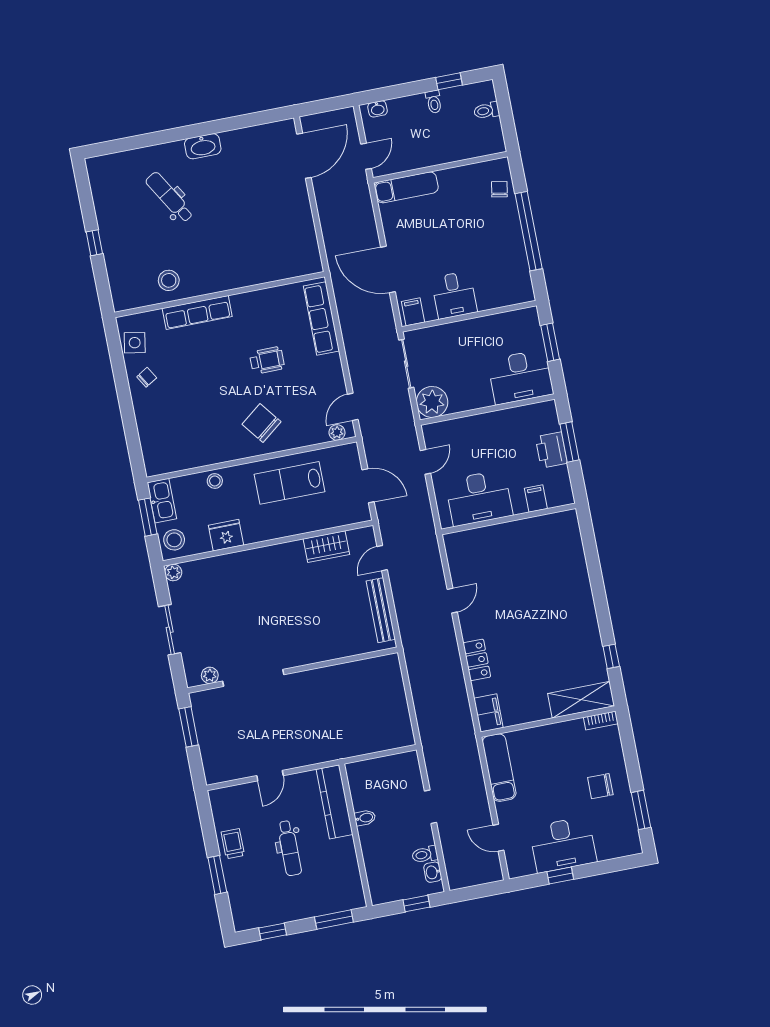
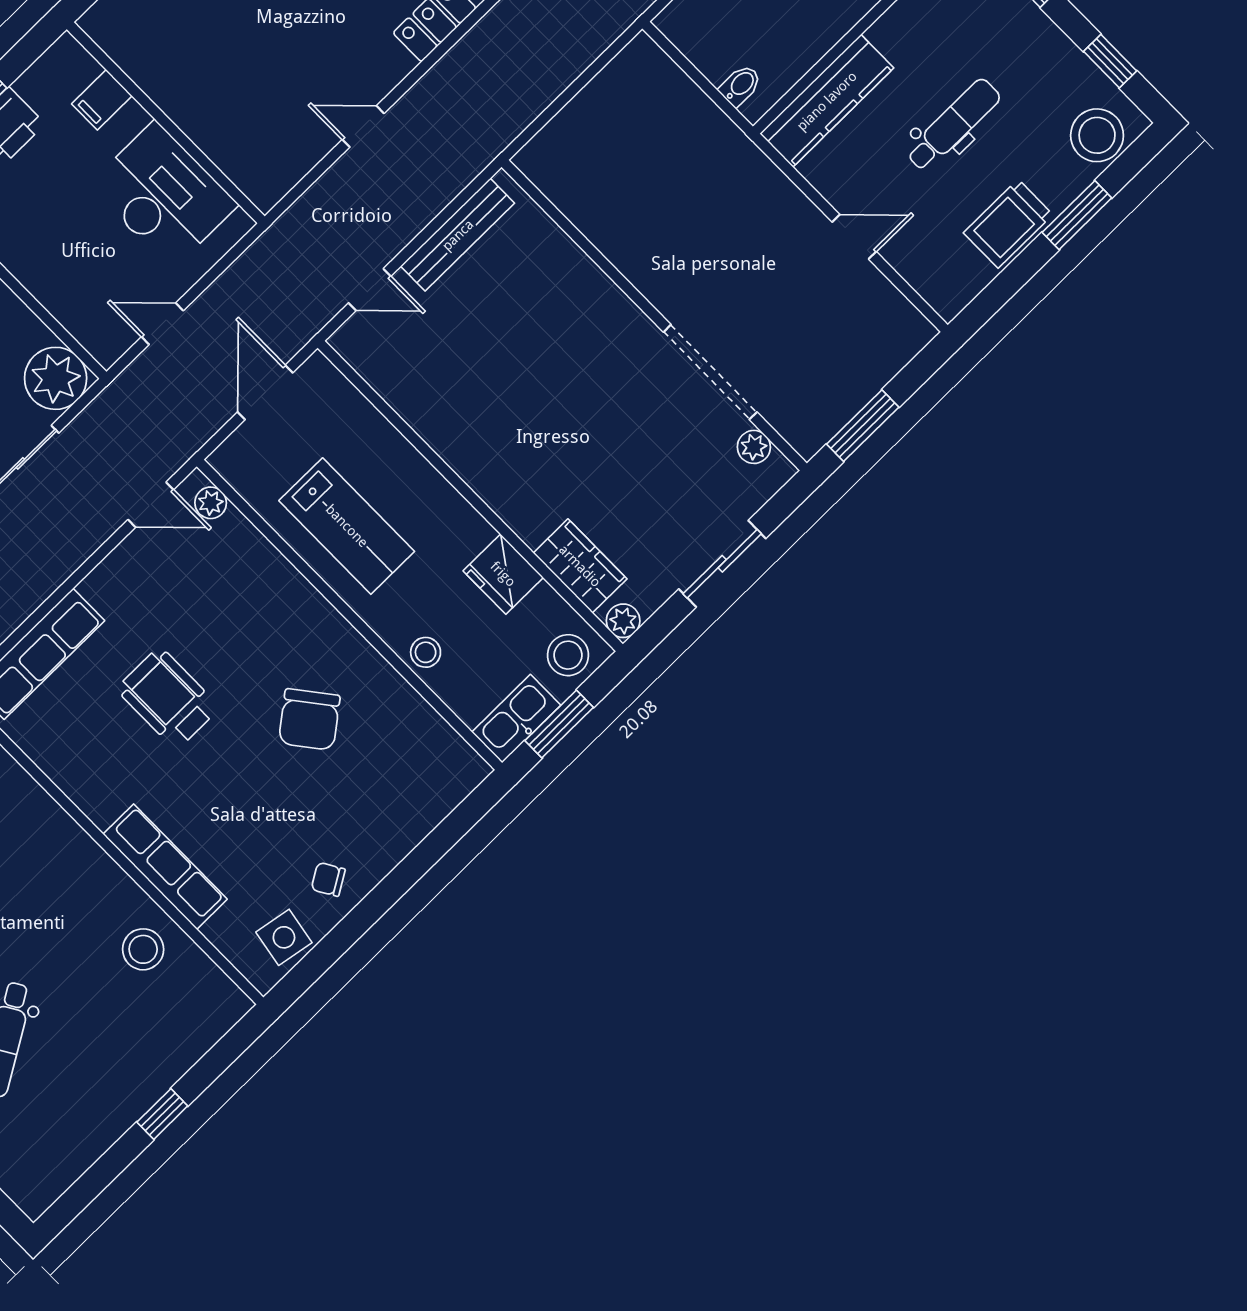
wheelchair: (267, 360) -> (168, 698), width x1.36, depth x1.37
chair: (262, 423) -> (309, 719), moved
wardrobe: (326, 547) -> (580, 566), moved
bidet: (365, 818) -> (740, 85), moved, turned 90
trolley: (233, 844) -> (1008, 224), width x1.36, depth x1.39
stool: (245, 905) -> (1097, 135), added

